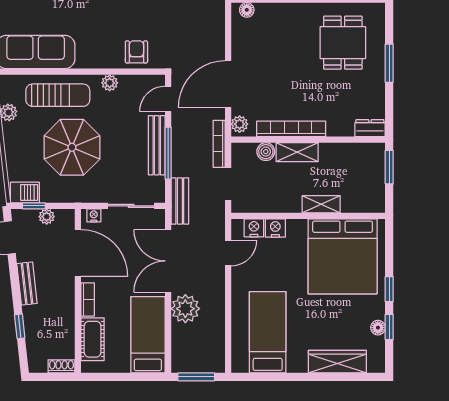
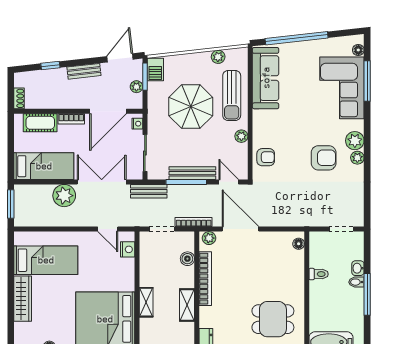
shelving: (297, 152) -> (187, 305), moved
window: (34, 206) -> (145, 77), width x1.50
nightstand: (275, 228) -> (127, 266), removed
wardrobe: (337, 362) -> (23, 299), moved

